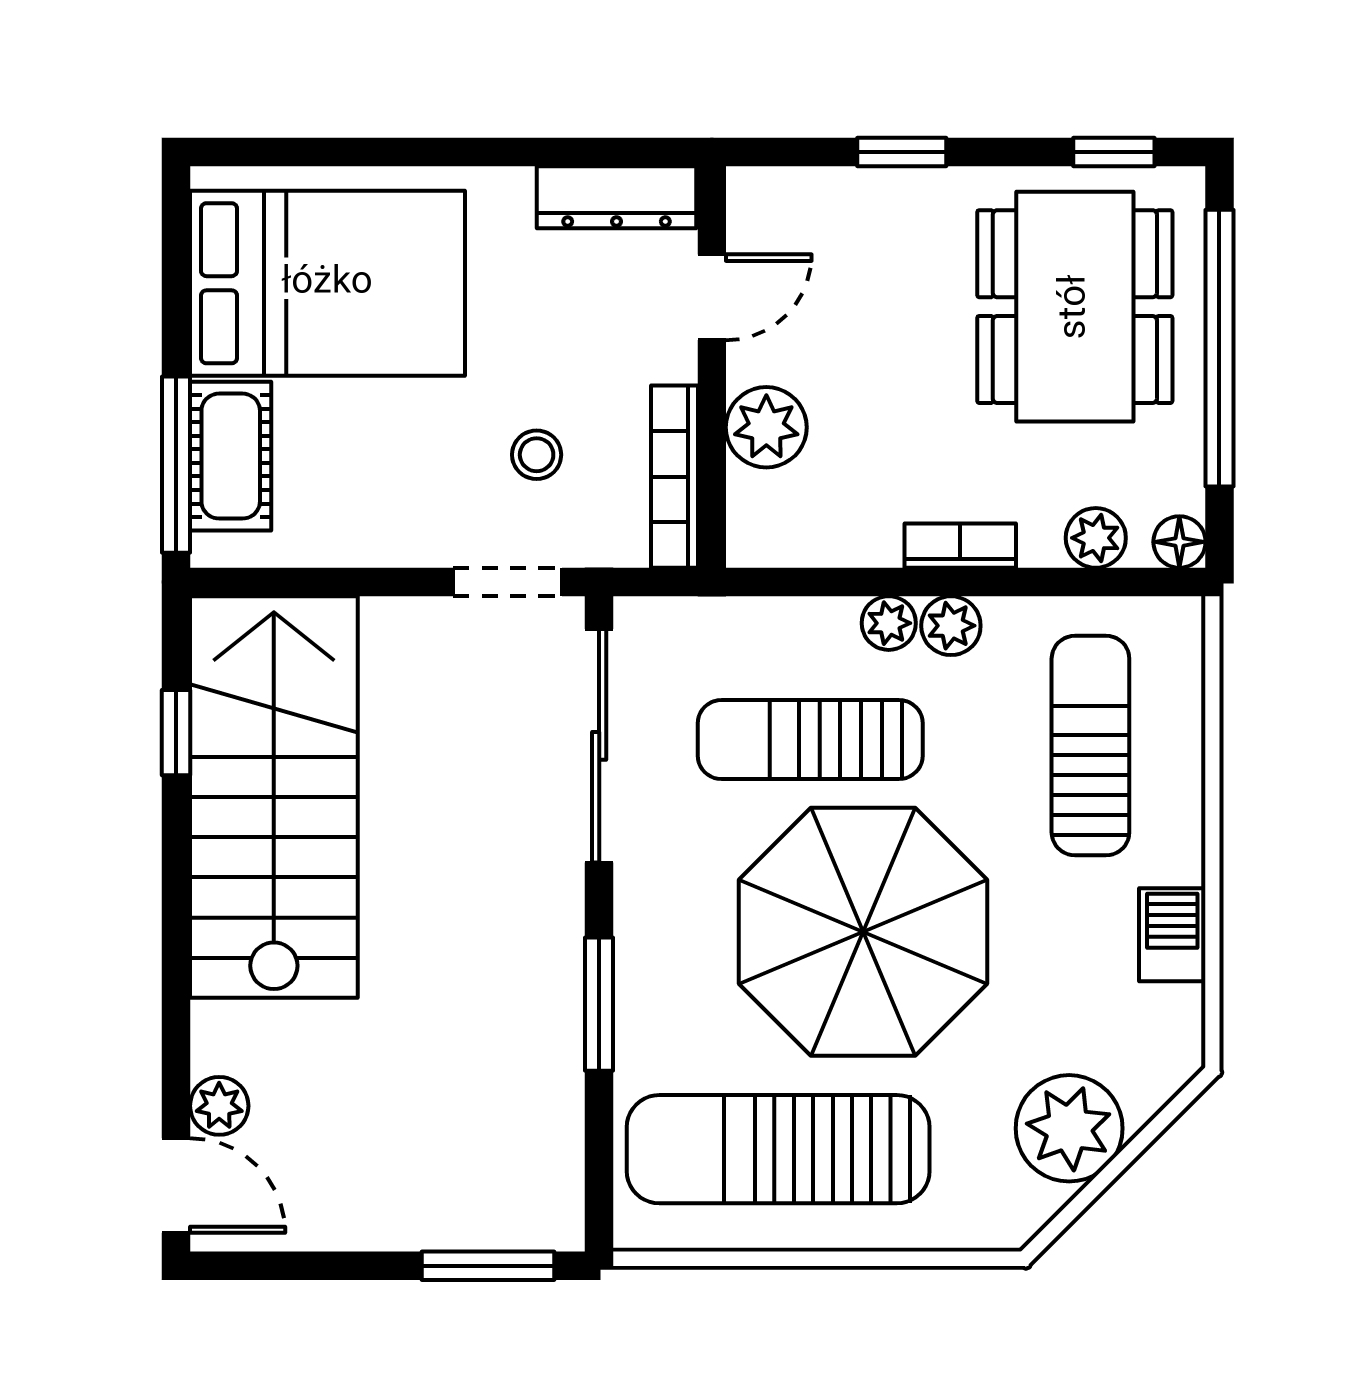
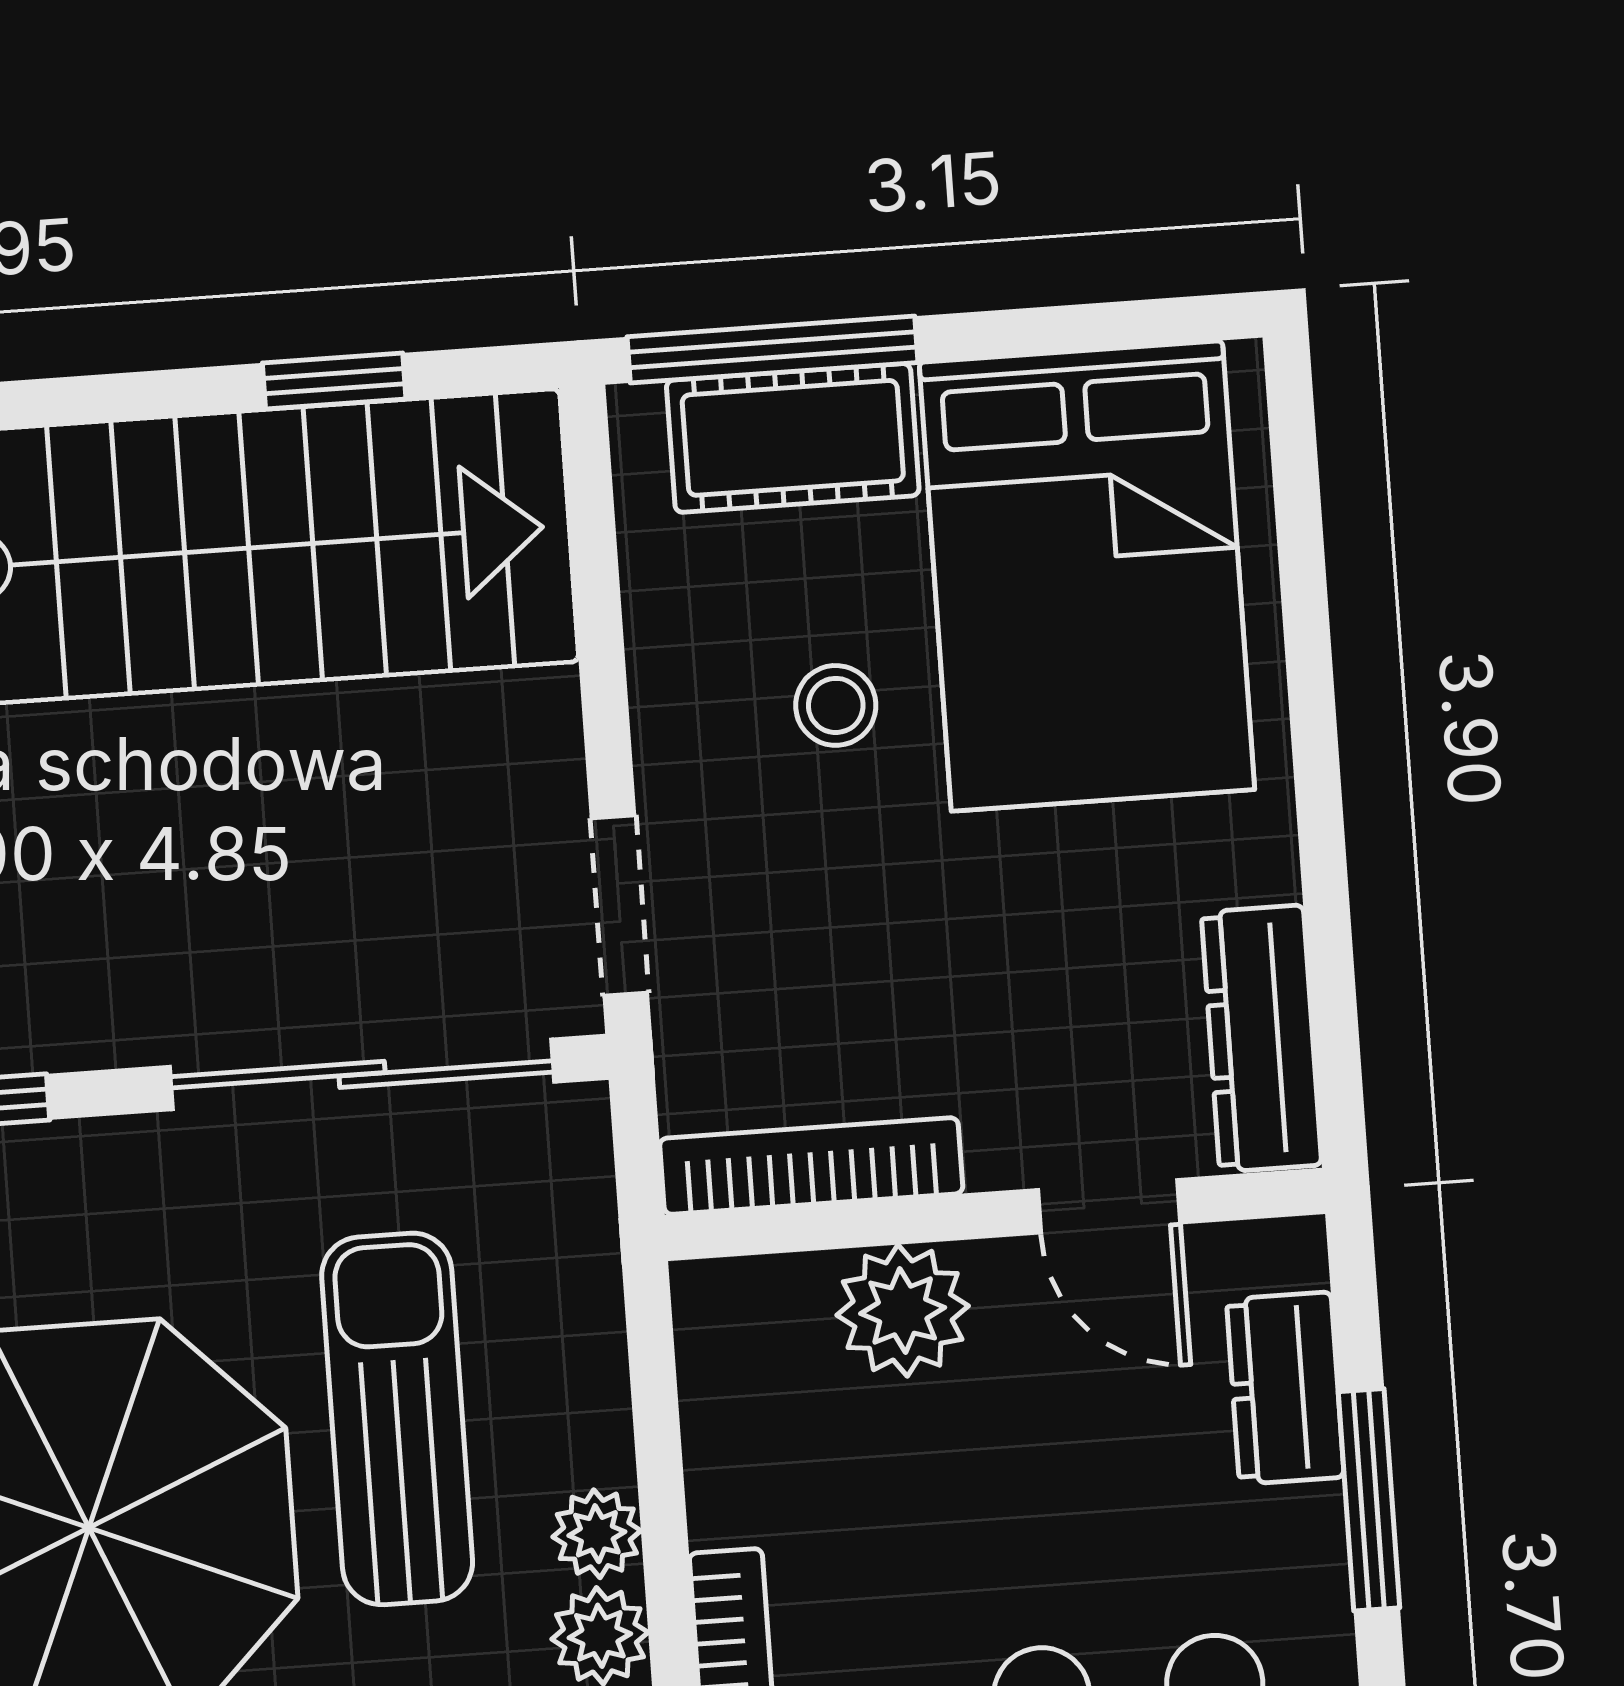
window: (902, 152) -> (1369, 1500), width x1.50
dresser: (830, 198) -> (1285, 1388), added
stool: (537, 455) -> (836, 705), moved

